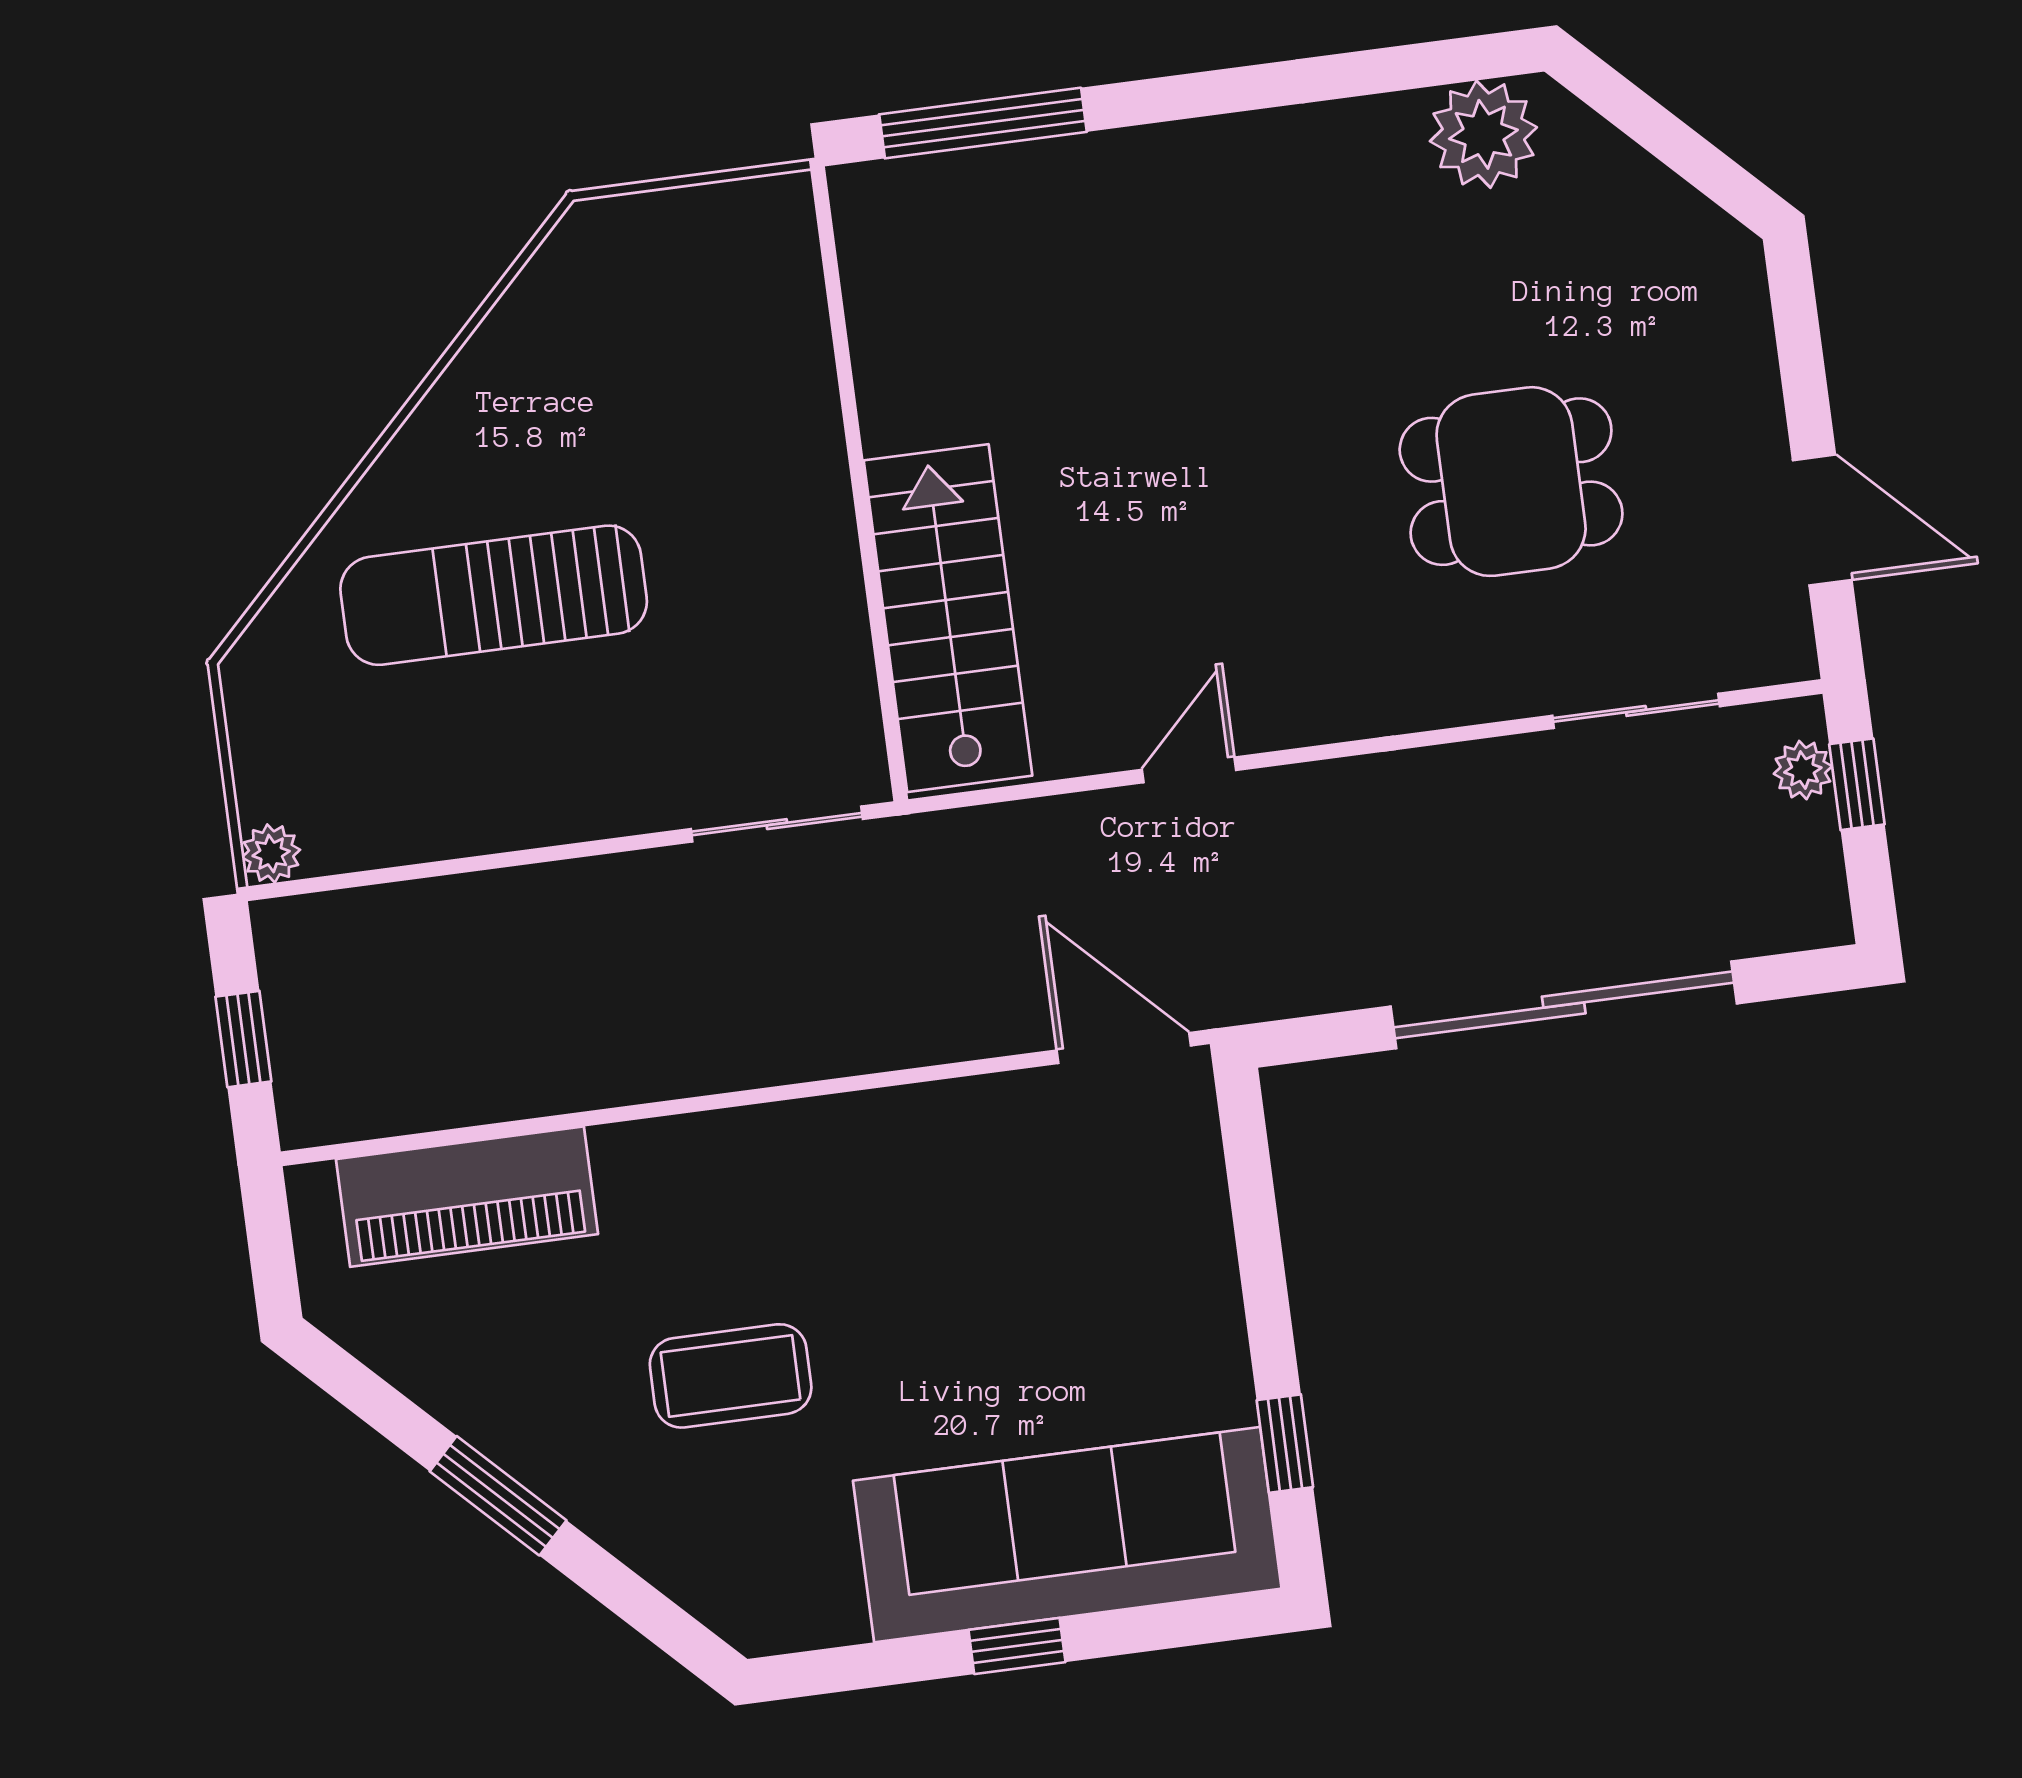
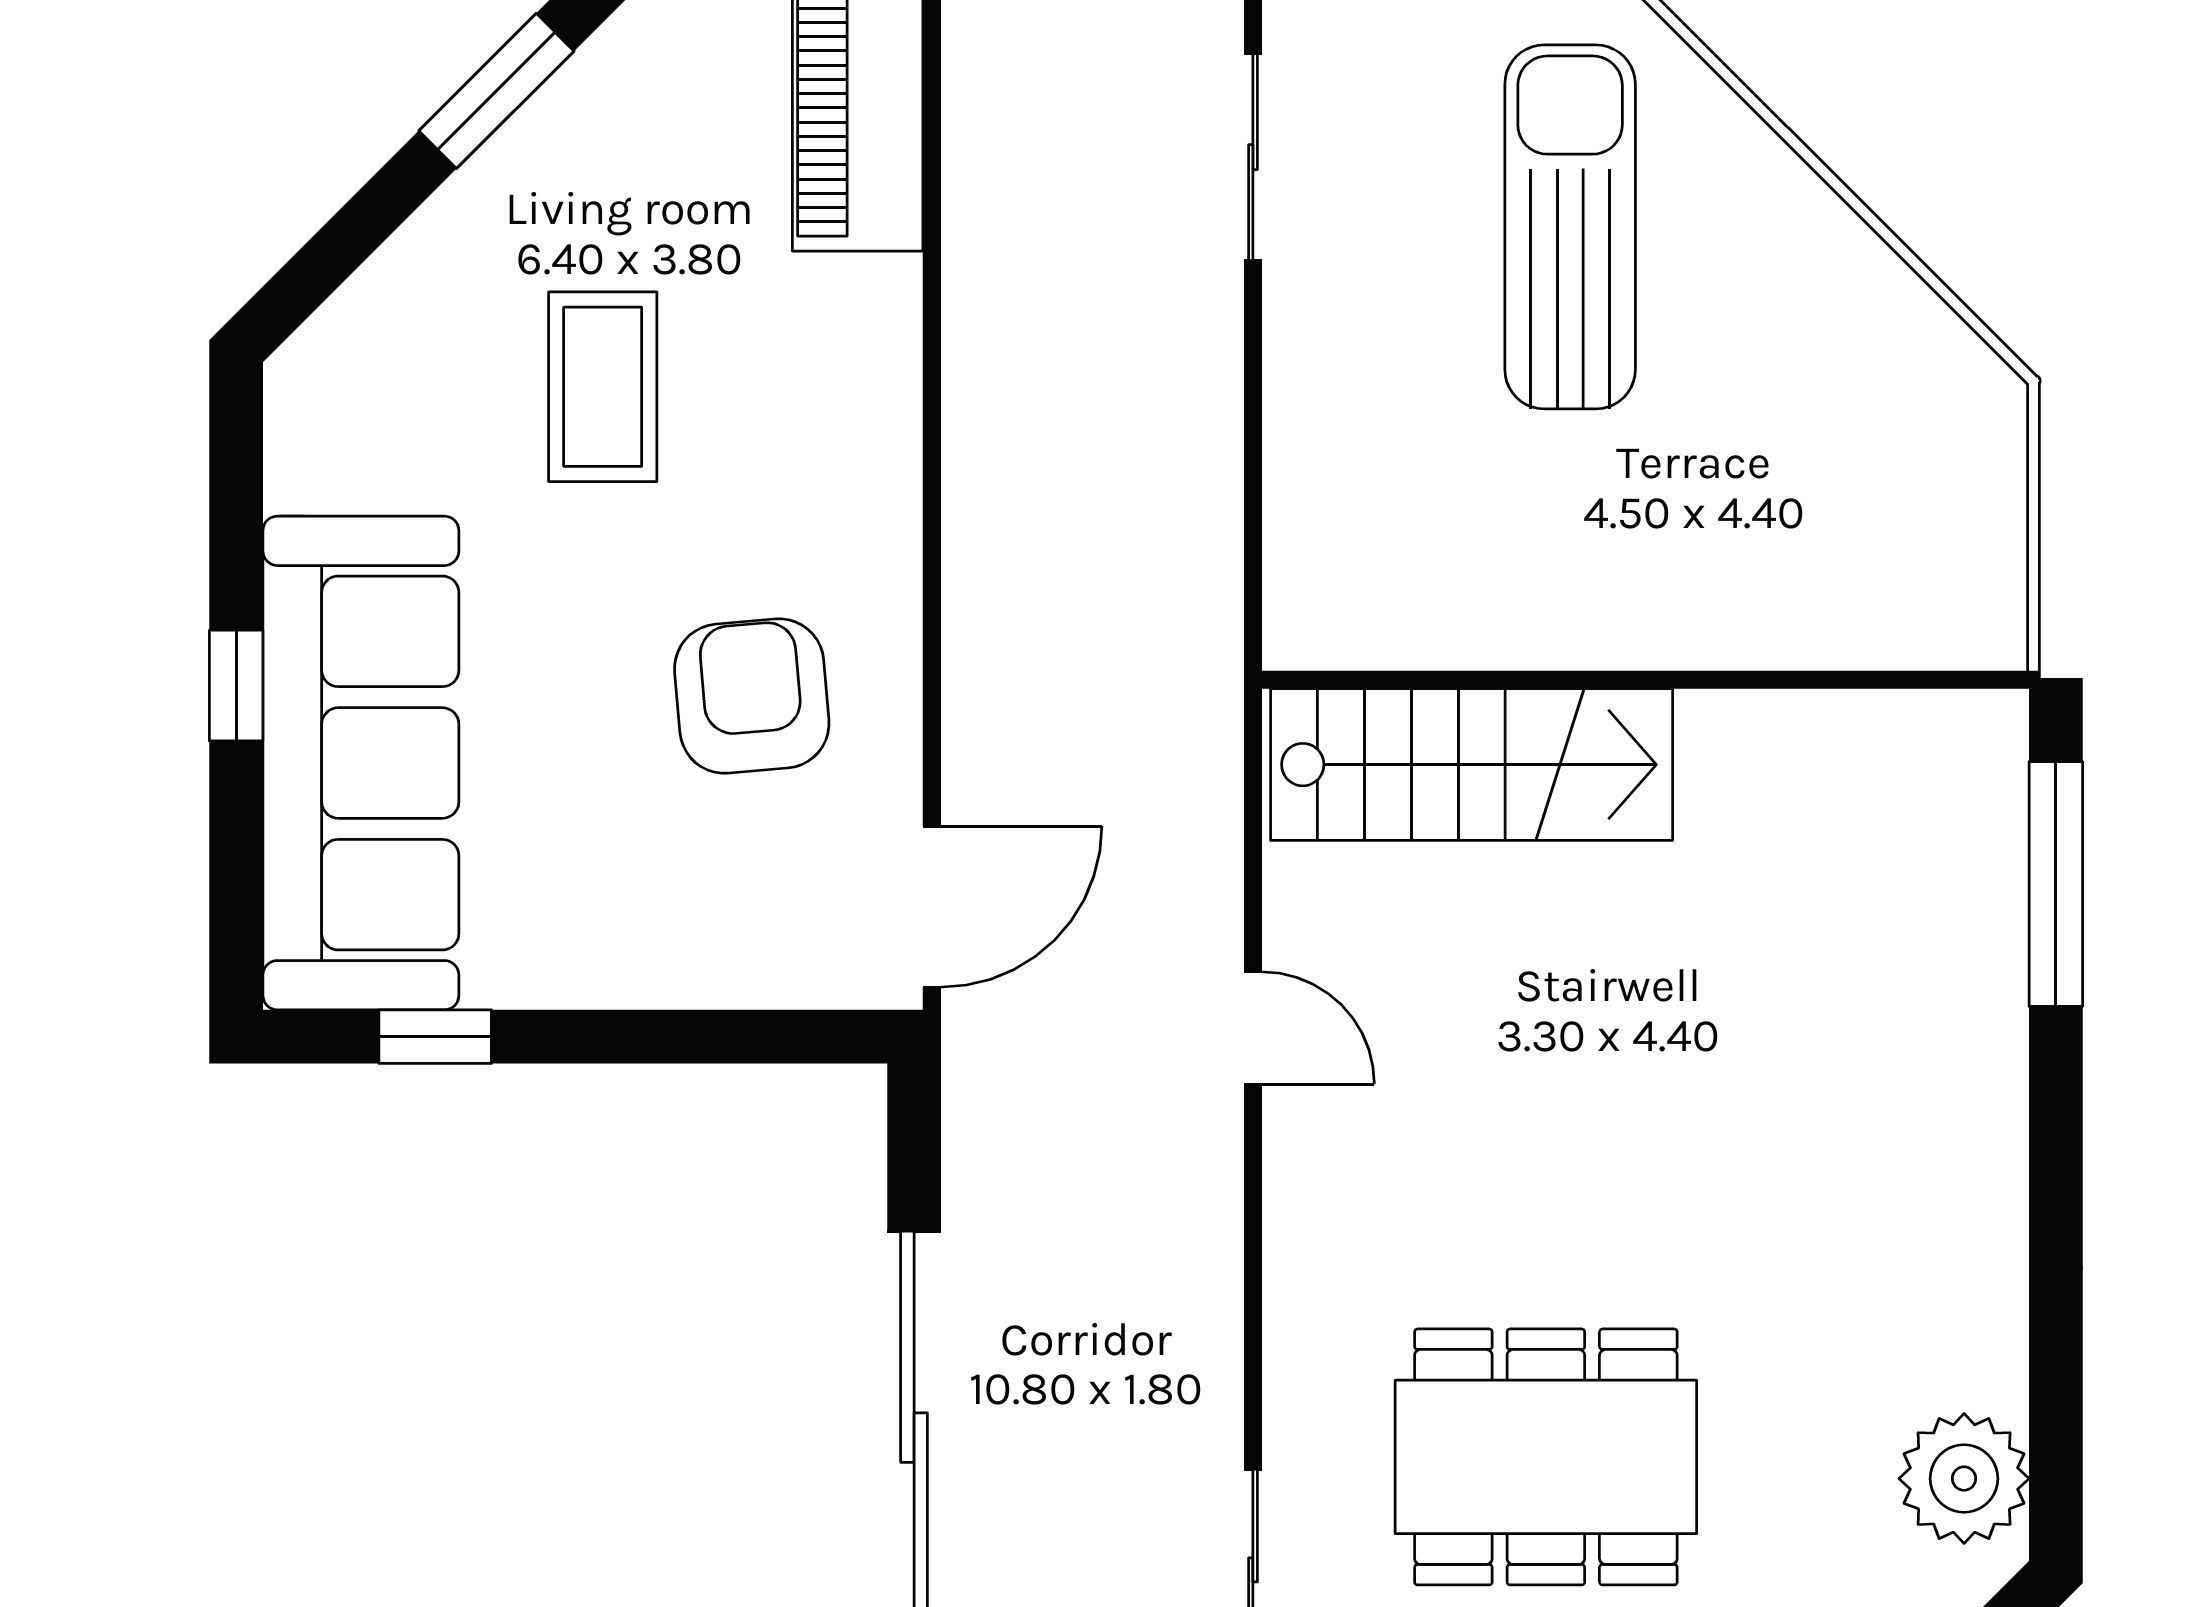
dining table: (1511, 482) -> (1546, 1457), width x1.37
sliding door: (777, 824) -> (1253, 157), moved
armchair: (970, 1219) -> (752, 696), added

